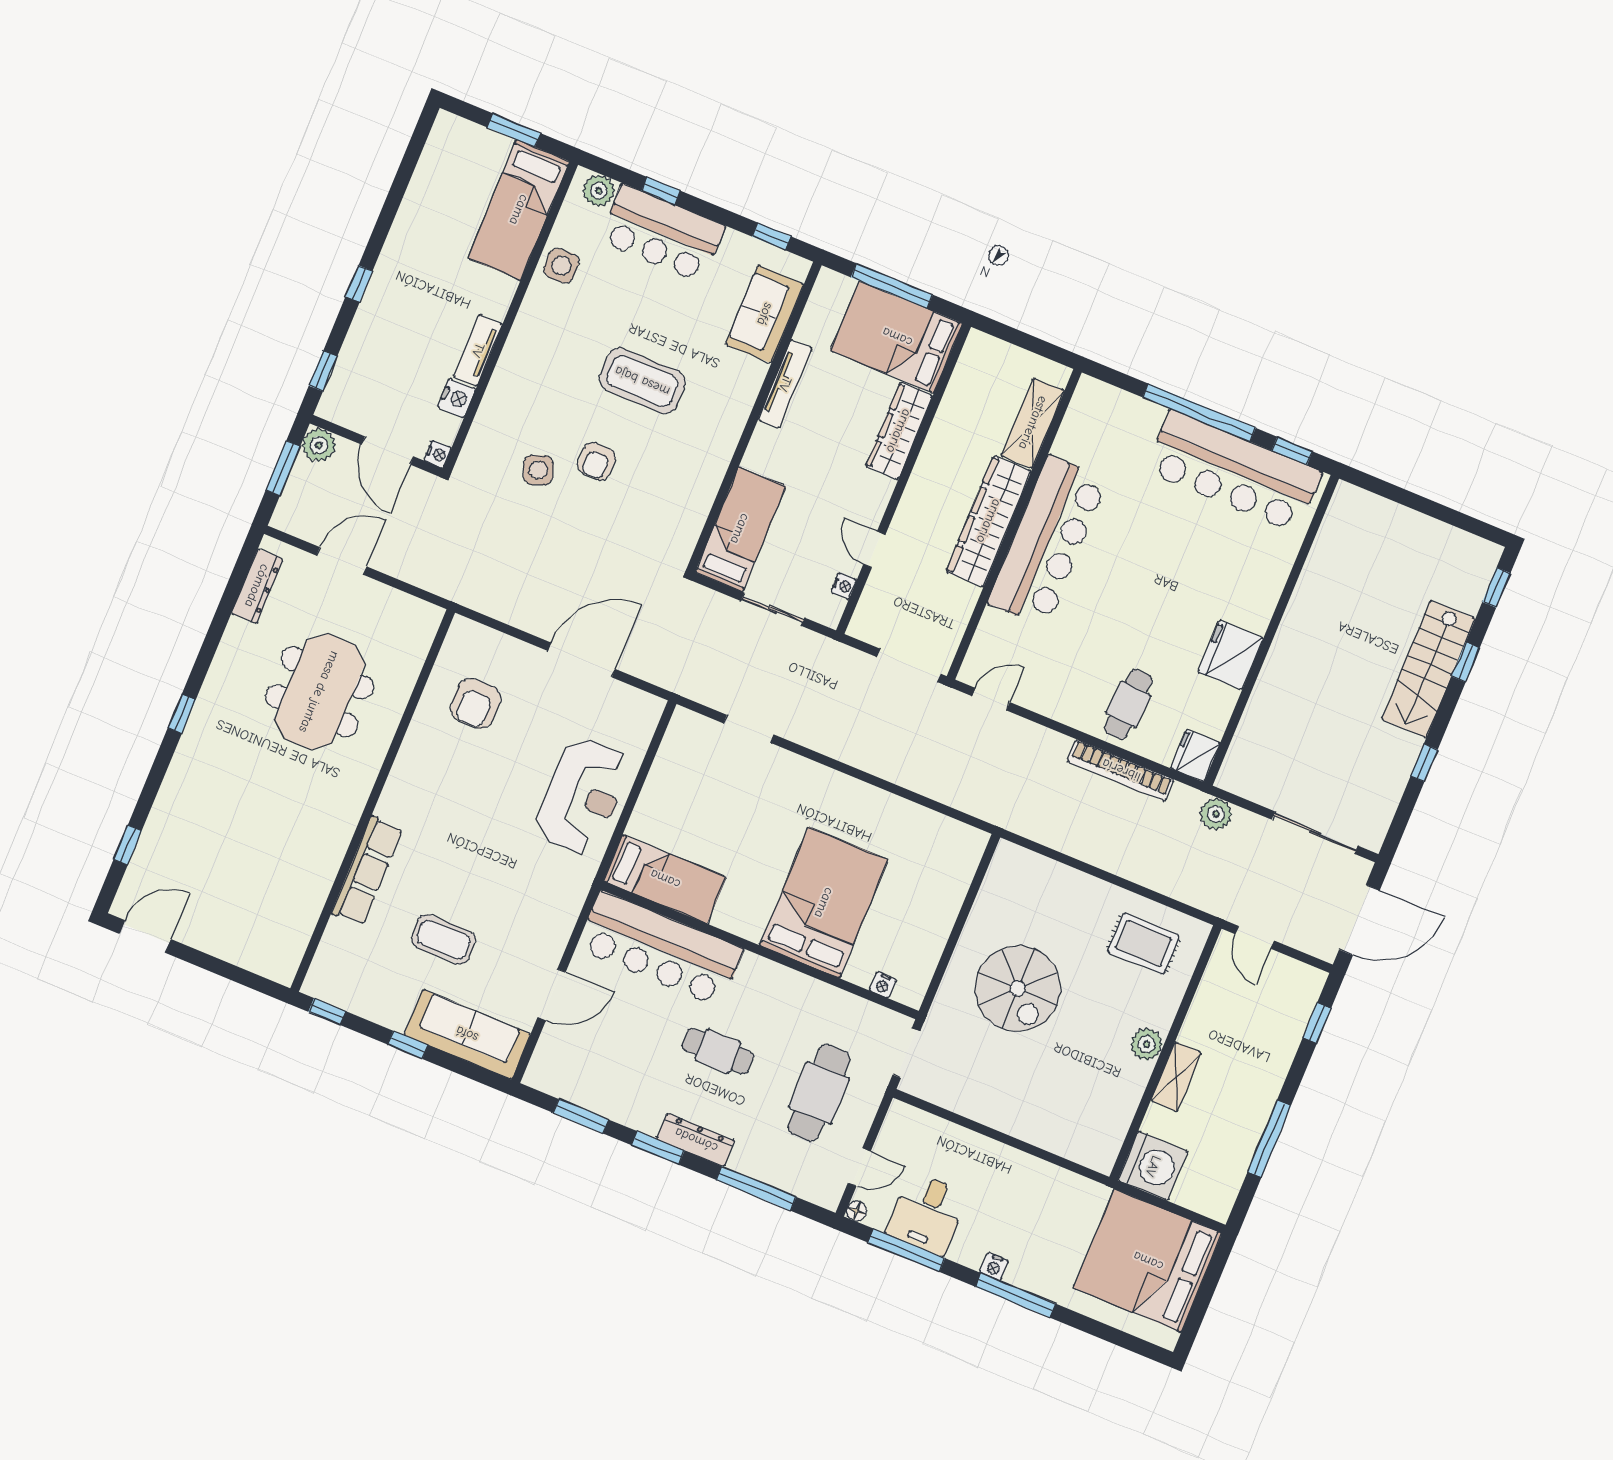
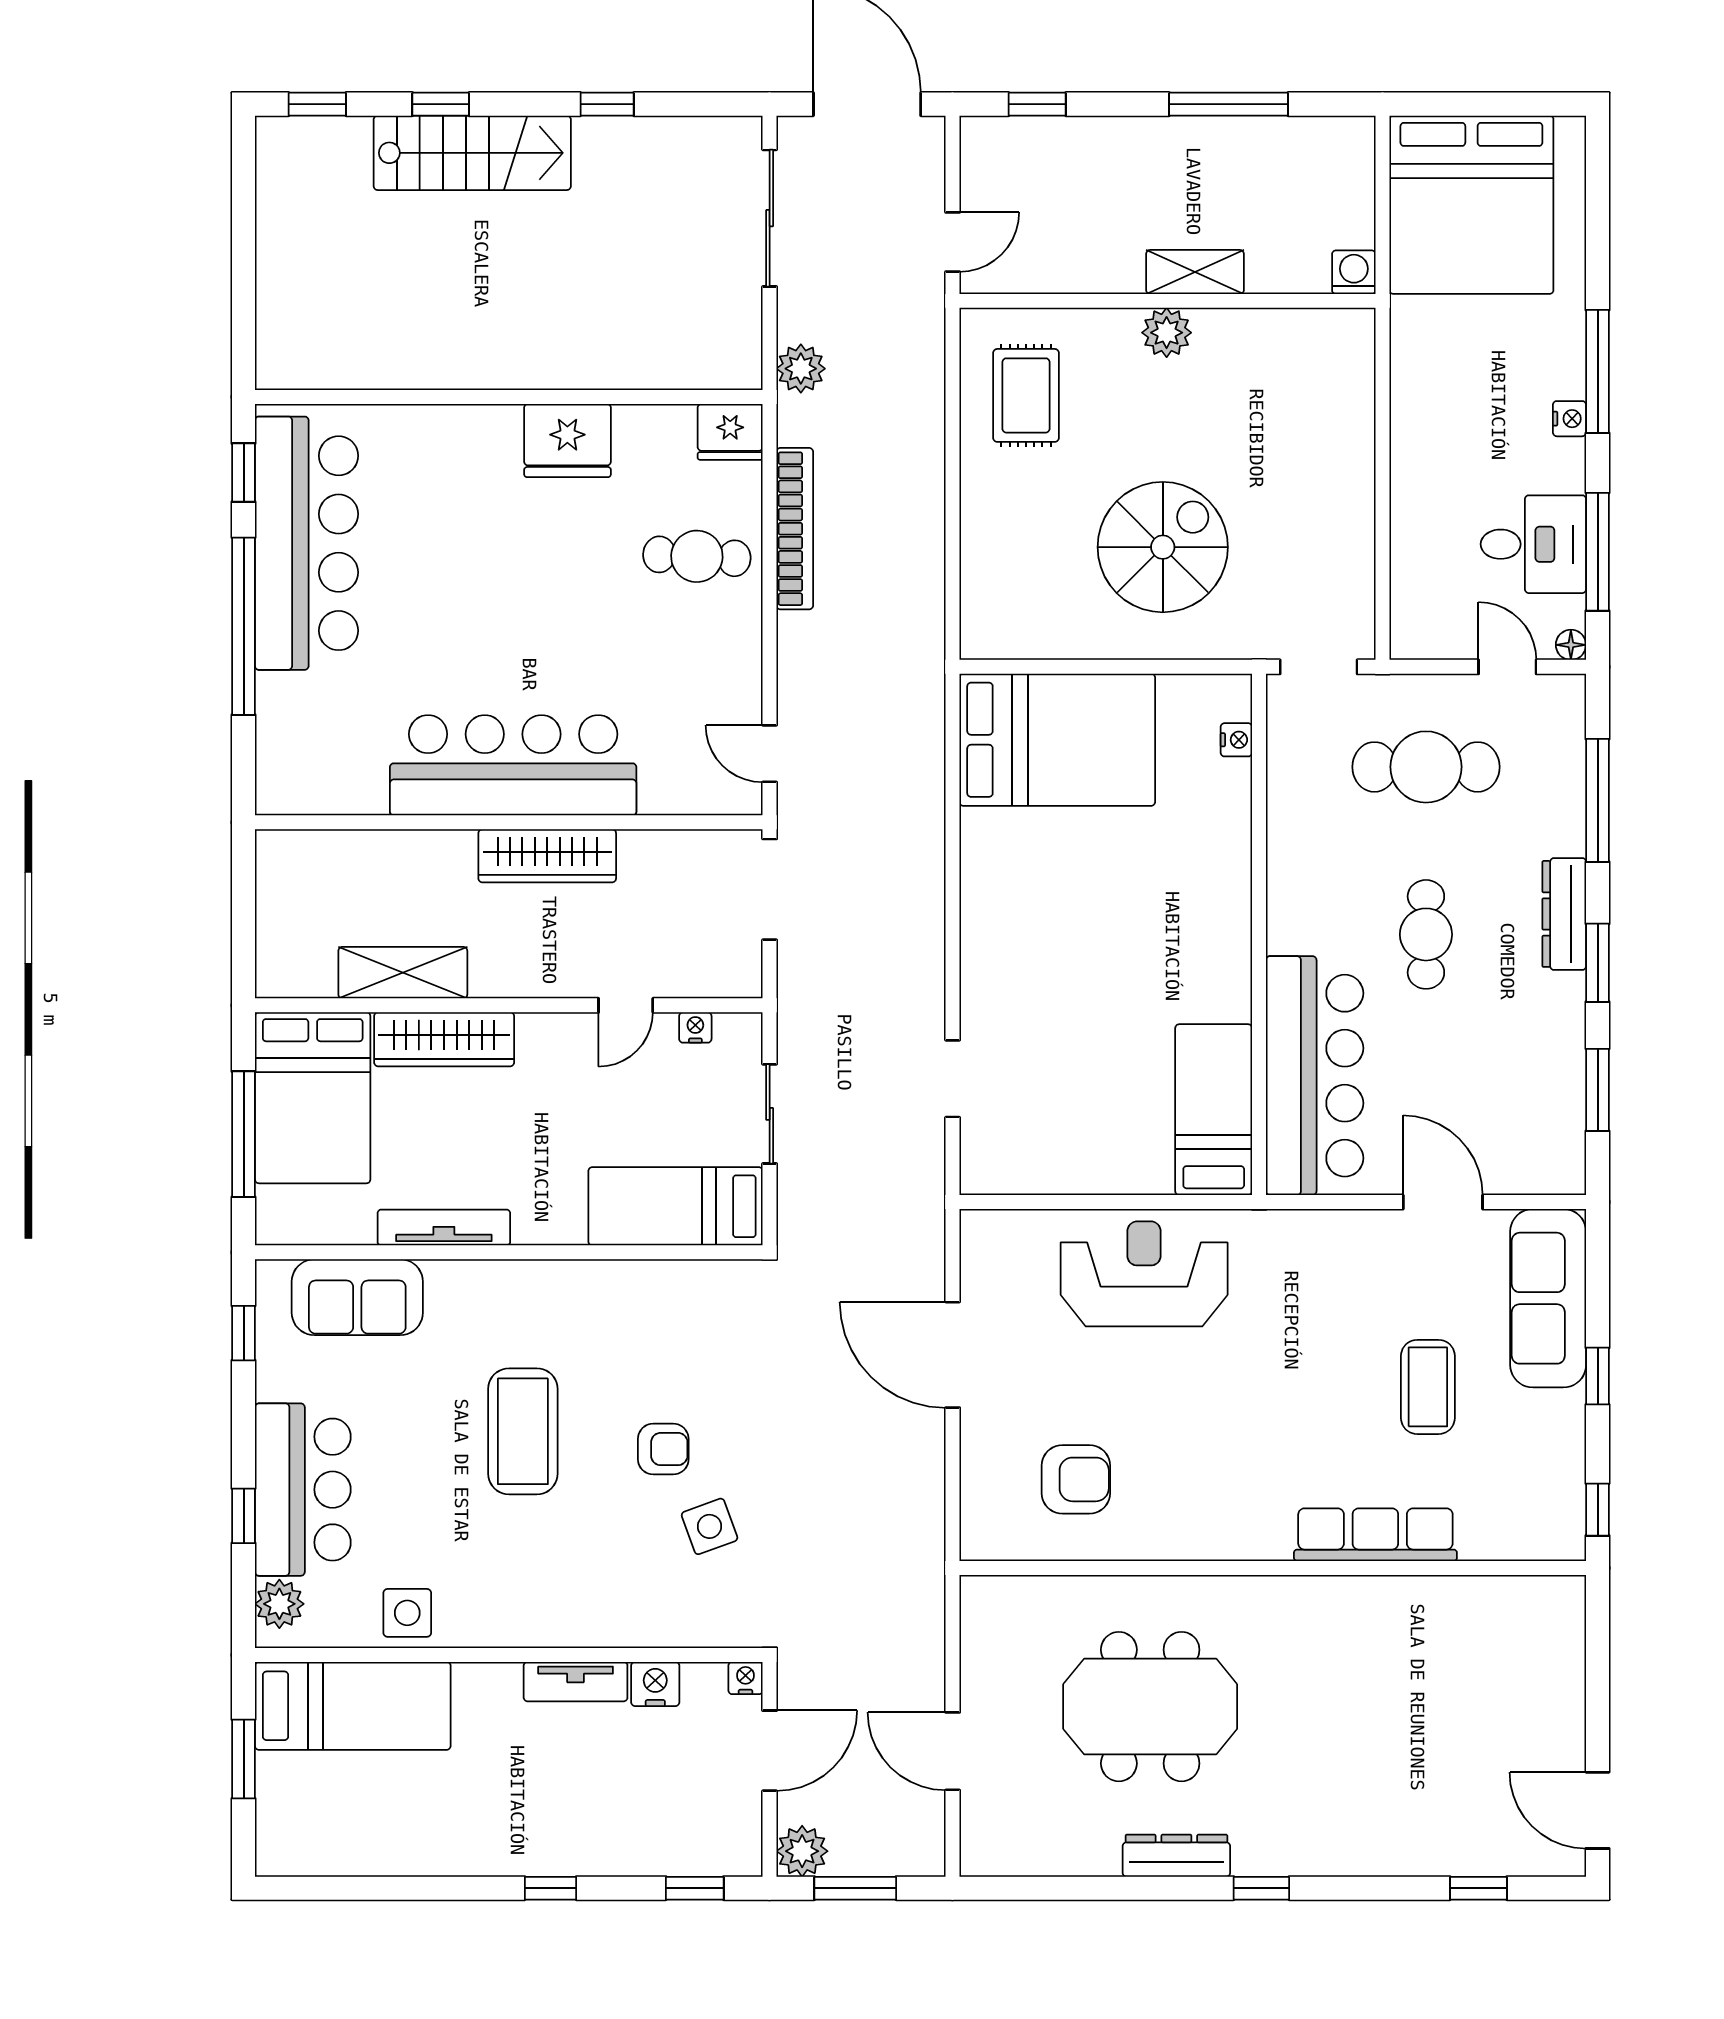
shelving: (1033, 423) -> (403, 973), moved
wardrobe: (989, 521) -> (547, 856), width x0.71, depth x0.85
dresser: (257, 586) -> (1176, 1856), moved
bed: (824, 903) -> (1057, 740), moved, turned 180
washing machine: (1153, 1166) -> (1354, 272), width x0.53, depth x0.53

